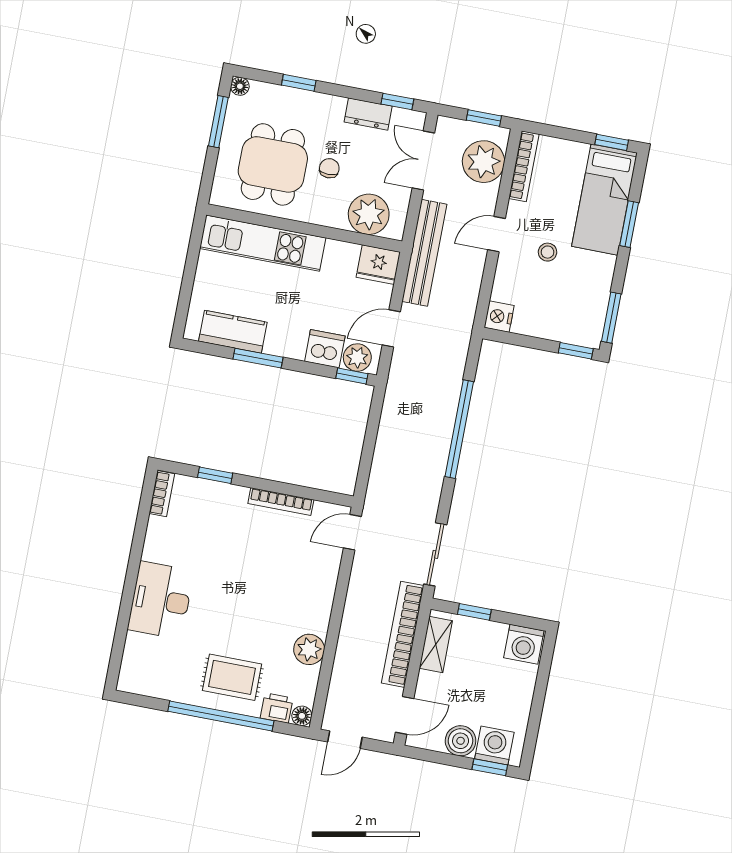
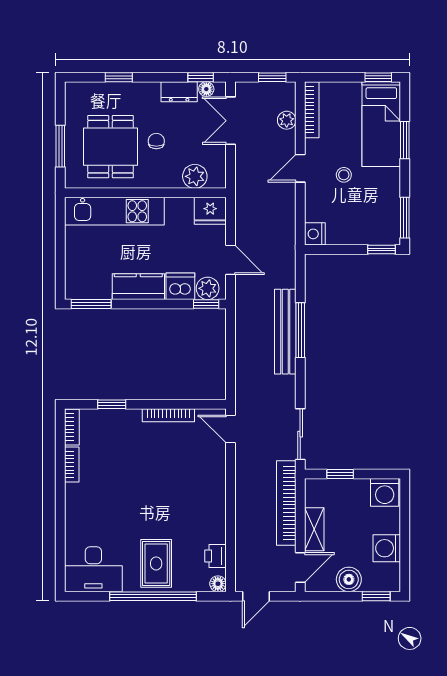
floor lamp: (240, 86) -> (206, 89), moved
window: (218, 122) -> (60, 146), moved
plant: (483, 162) -> (287, 120), width x0.53, depth x0.53
plant: (369, 214) -> (195, 176), width x0.73, depth x0.73
bench: (424, 253) -> (285, 332), moved
door: (391, 328) -> (230, 260), swing flipped
kitchen counter: (233, 332) -> (138, 287), moved
window: (258, 358) -> (91, 304), moved
window: (459, 429) -> (300, 330), width x0.68
door: (352, 532) -> (230, 429), hinge flipped
bookcase: (153, 539) -> (72, 465), added
desk: (161, 600) -> (93, 569), moved, turned -90
shelving: (436, 645) -> (314, 529), moved
plant: (309, 649) -> (214, 529), removed
rug: (232, 677) -> (156, 563), turned 90
printer: (277, 708) -> (215, 556), moved, turned -90
washing machine: (494, 746) -> (387, 548), moved, turned -90

